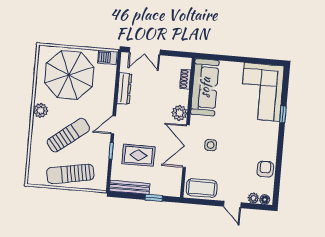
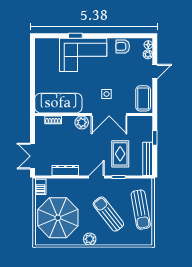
double door: (145, 51) -> (32, 156), swing flipped
corner sofa: (262, 92) -> (83, 55), moved
door: (113, 125) -> (97, 177), swing flipped

